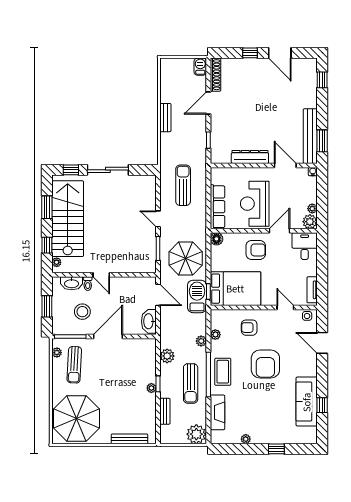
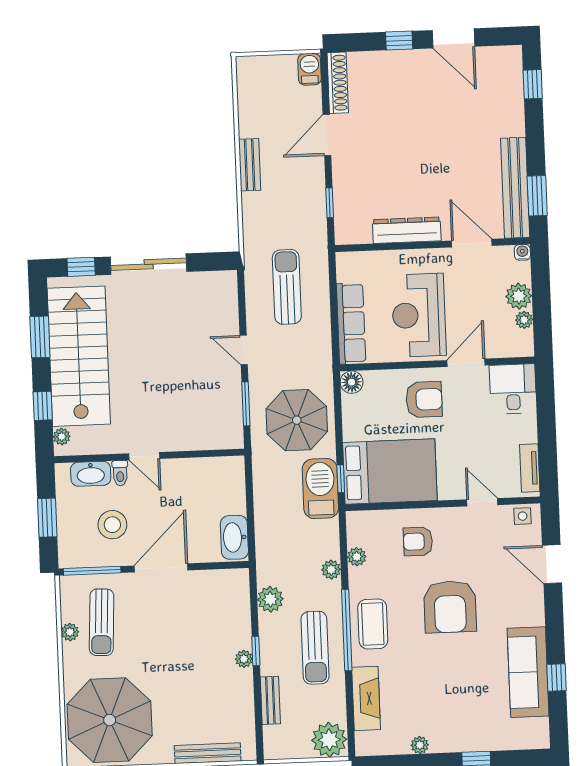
plant: (310, 222) -> (519, 296), moved
door: (158, 295) -> (249, 489), removed
plant: (57, 353) -> (70, 632), moved

